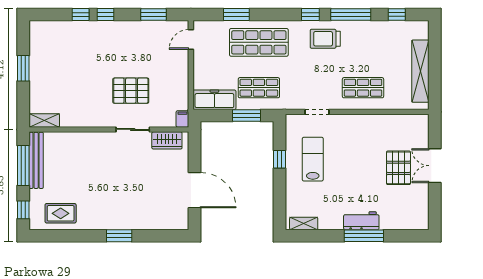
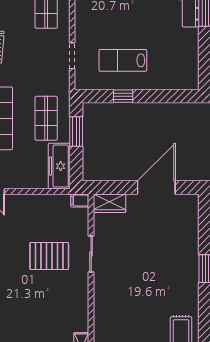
pallet: (131, 91) -> (49, 256), turned 90
wardrobe: (167, 140) -> (110, 203), moved, turned 90
shelving: (304, 224) -> (192, 70), removed

